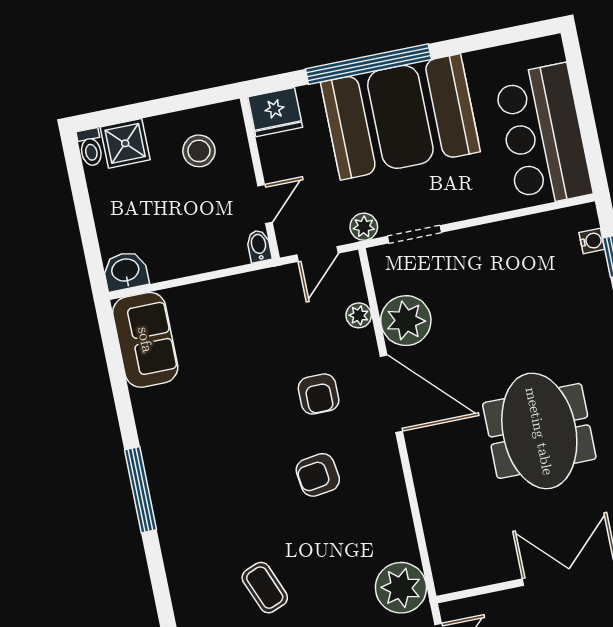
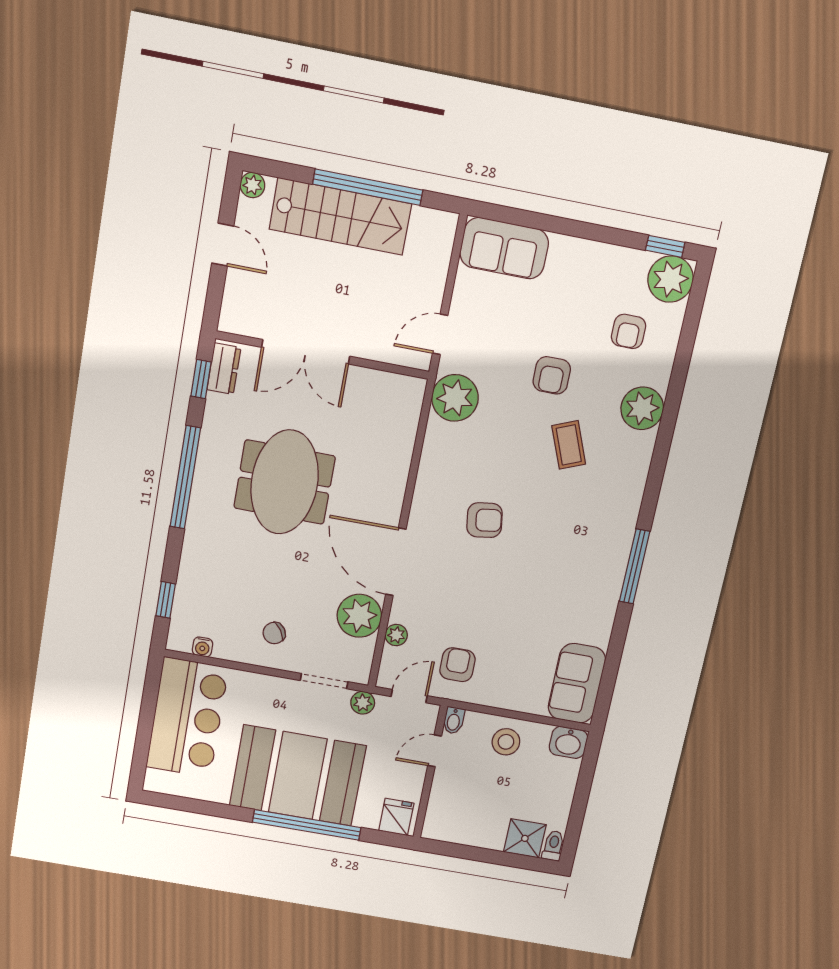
fridge: (275, 112) -> (396, 817), width x0.72
stool: (199, 151) -> (506, 742), moved
water cooler: (592, 241) -> (202, 647), moved, turned -90
chair: (487, 266) -> (274, 633), added
armchair: (319, 394) -> (457, 665), moved

